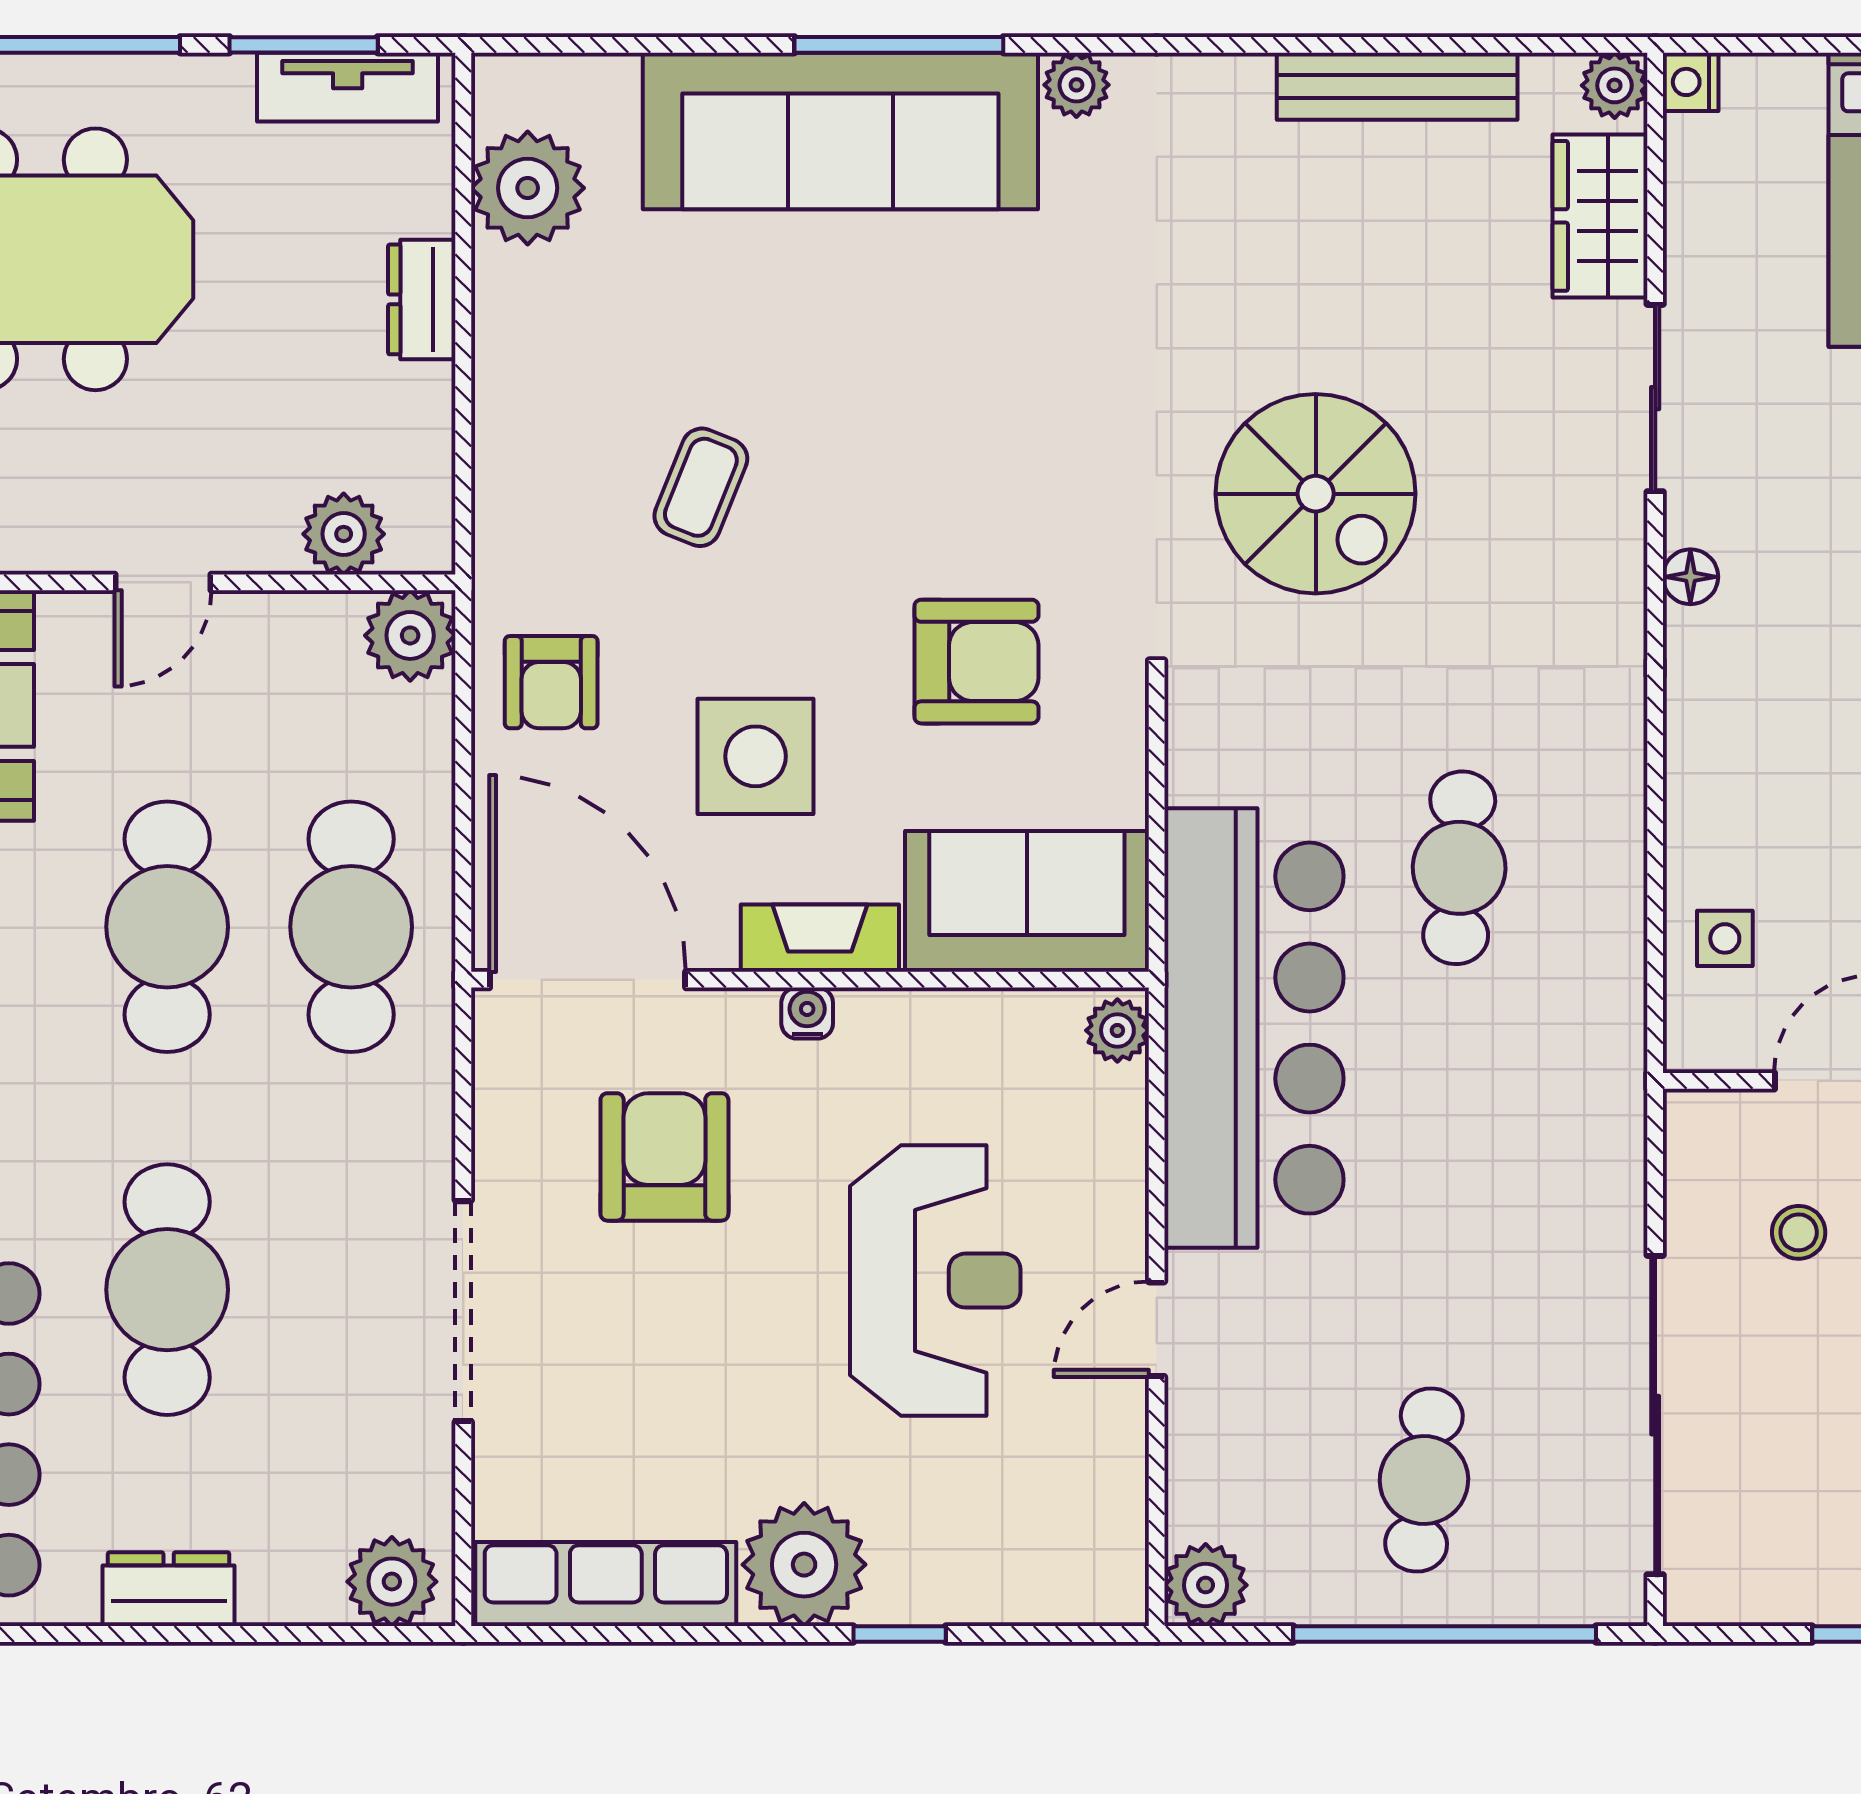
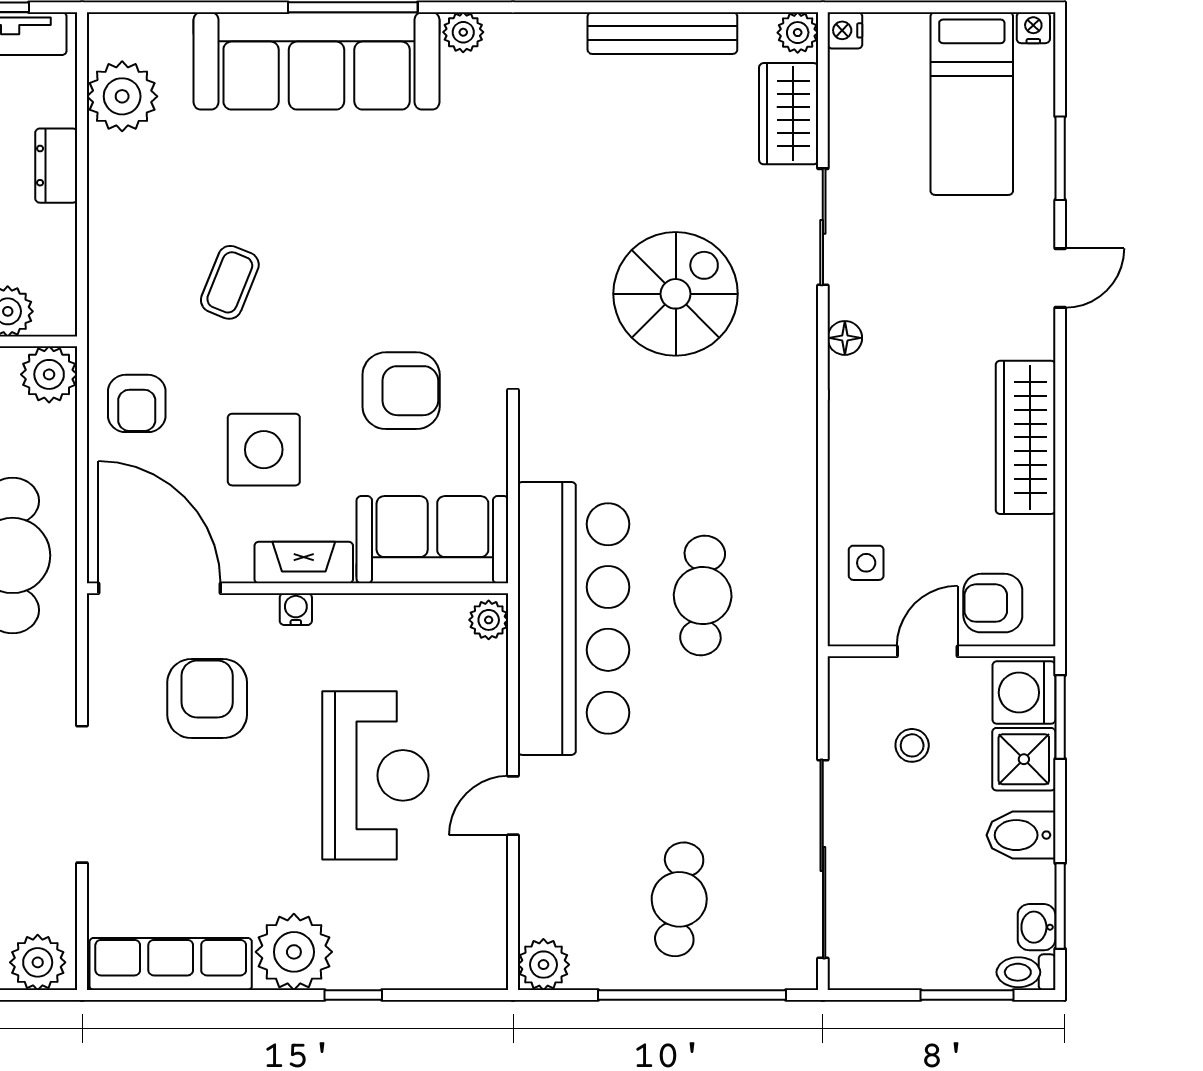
spiral stairs: (1316, 494) -> (676, 294), moved, turned -90
cafe table: (1459, 868) -> (703, 596), moved

